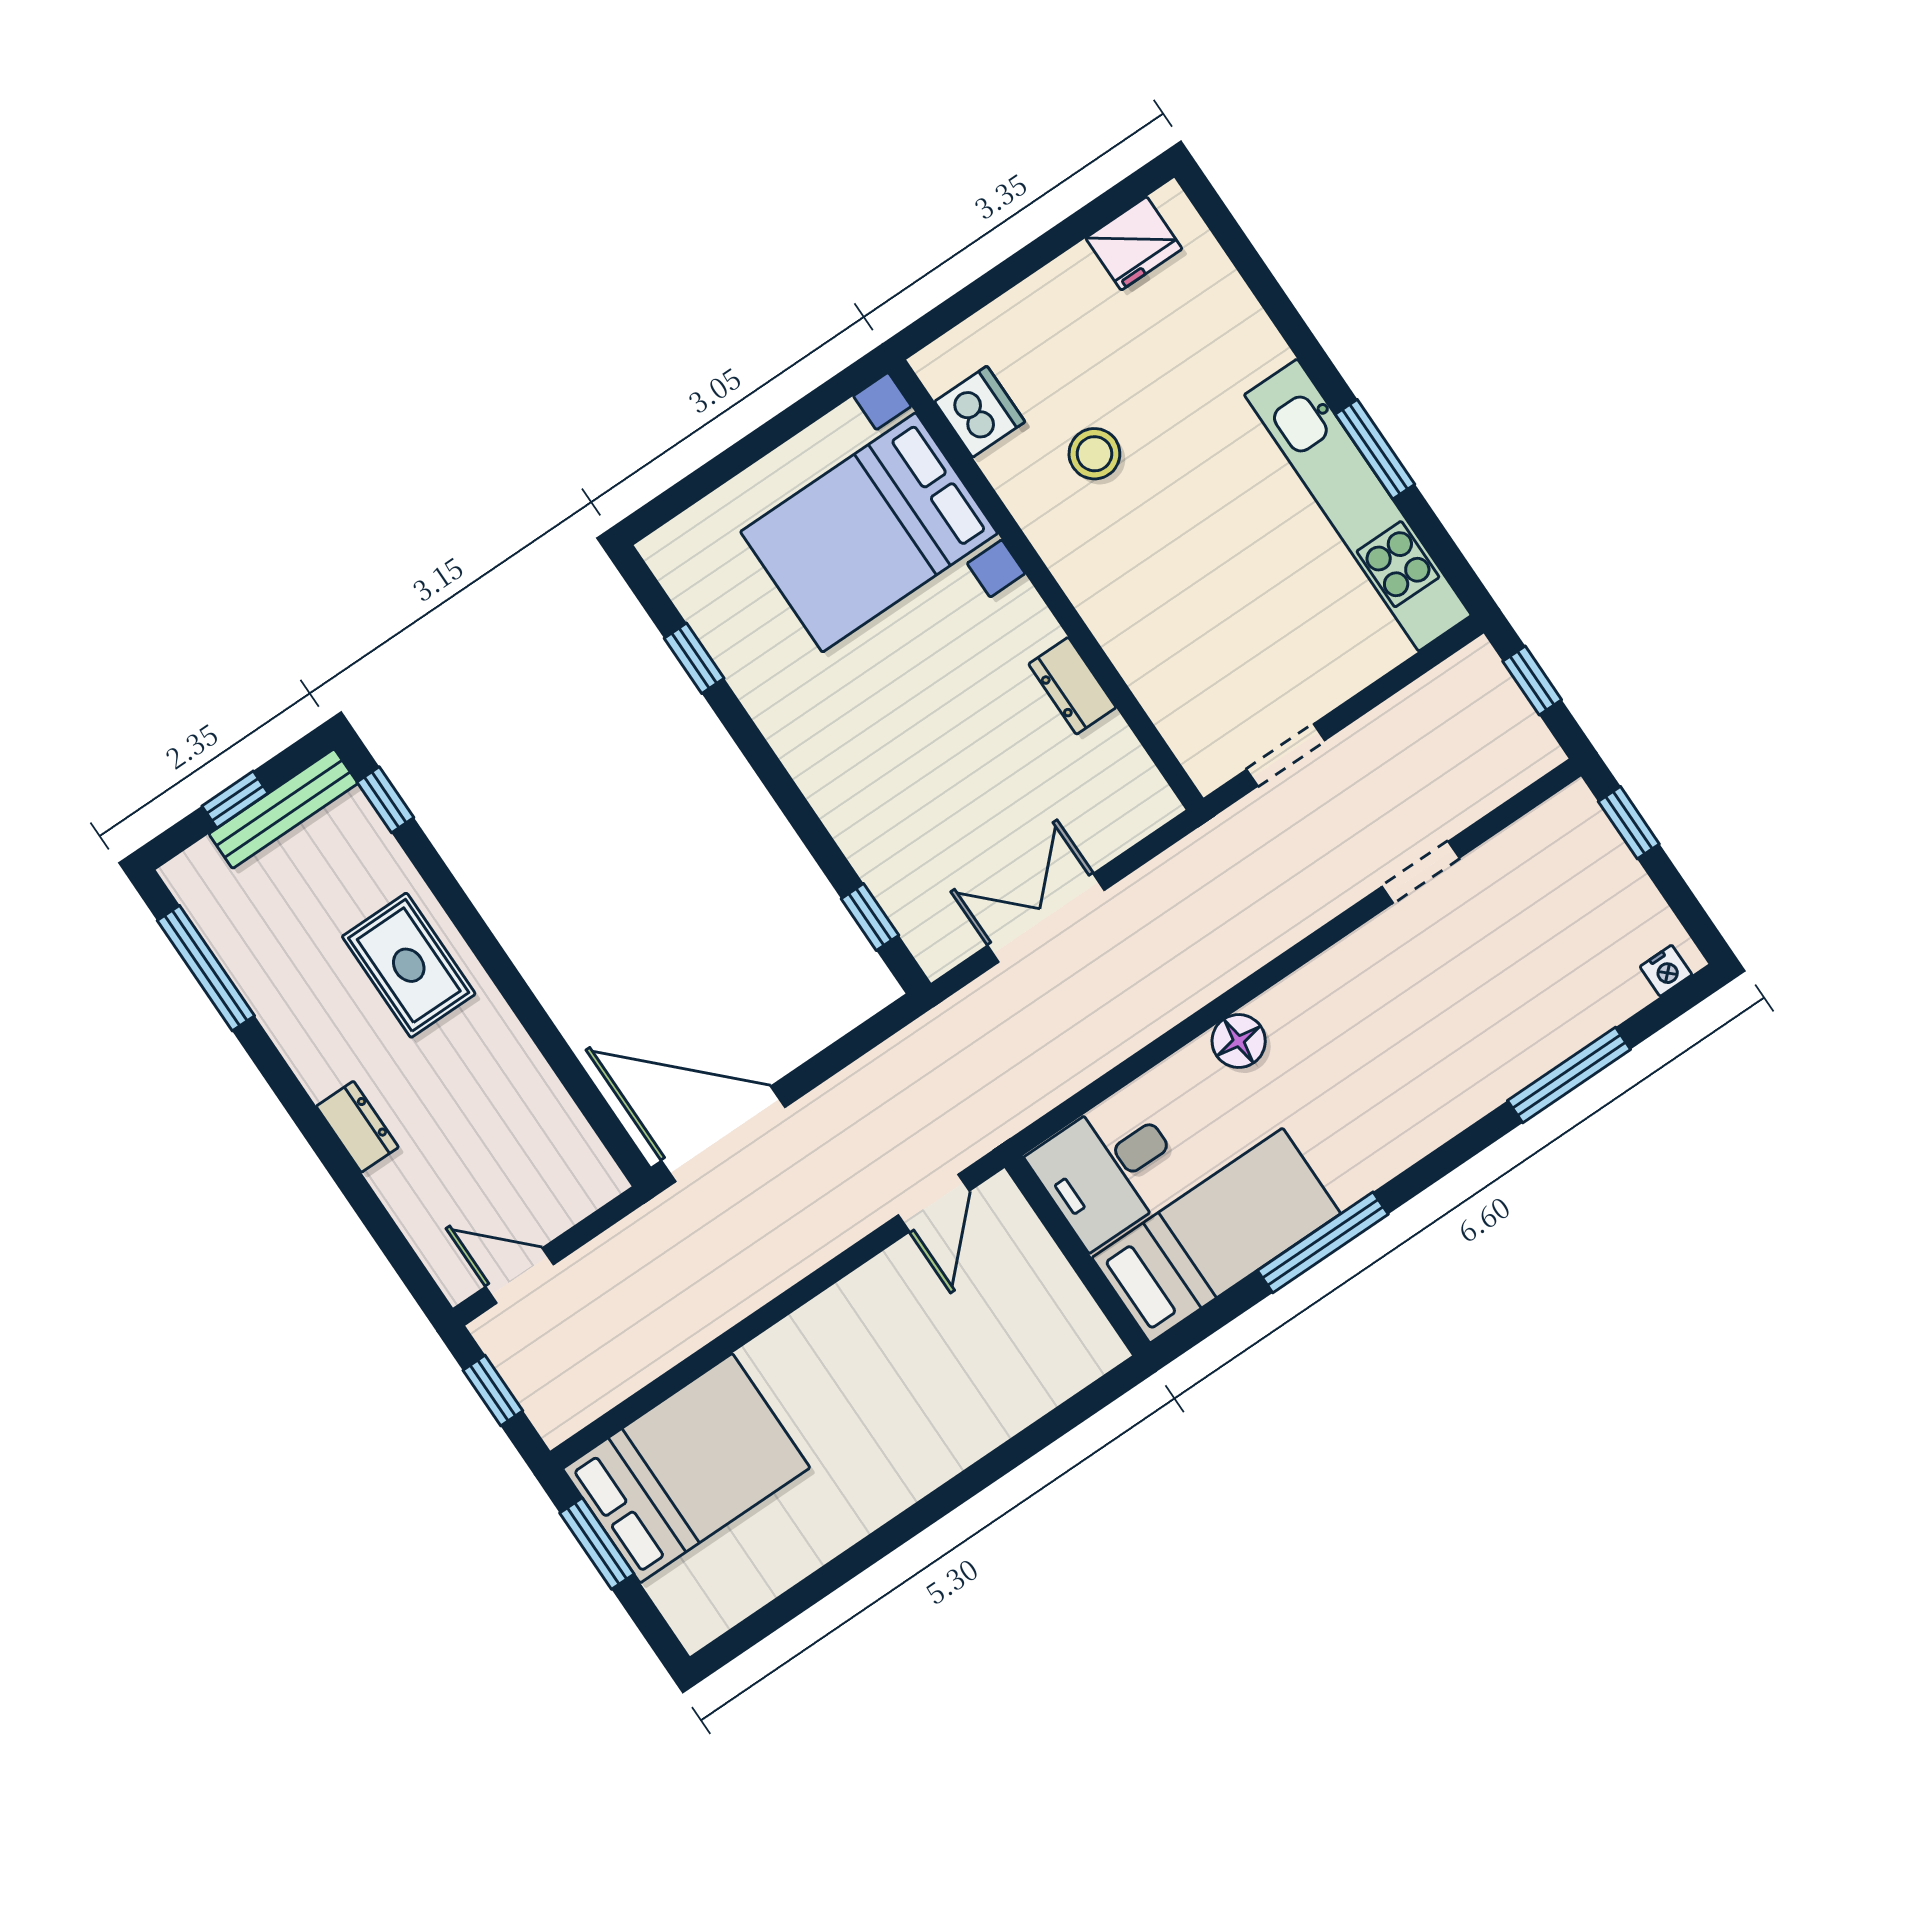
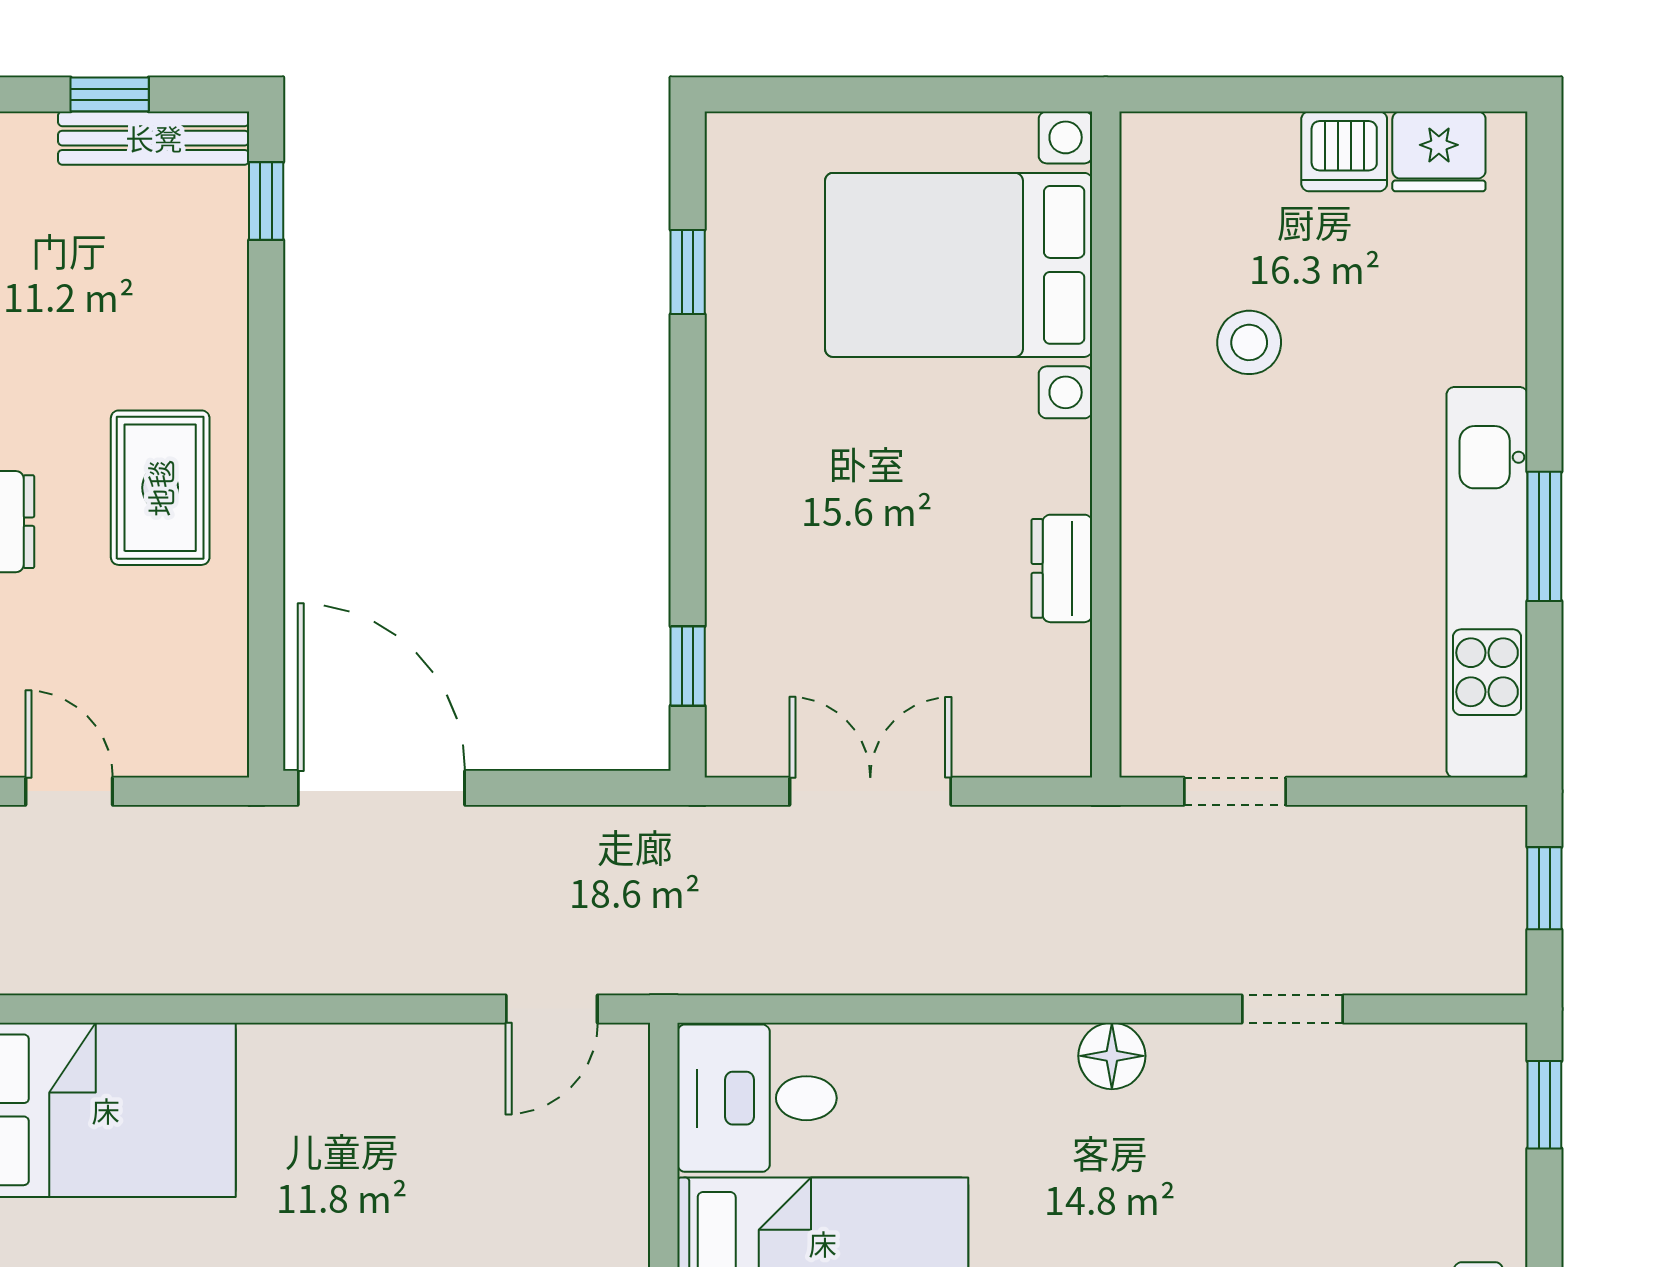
dishwasher: (980, 412) -> (1344, 151), moved, turned 90
rug: (409, 965) -> (160, 488), moved
floor lamp: (1239, 1041) -> (1112, 1056), moved

